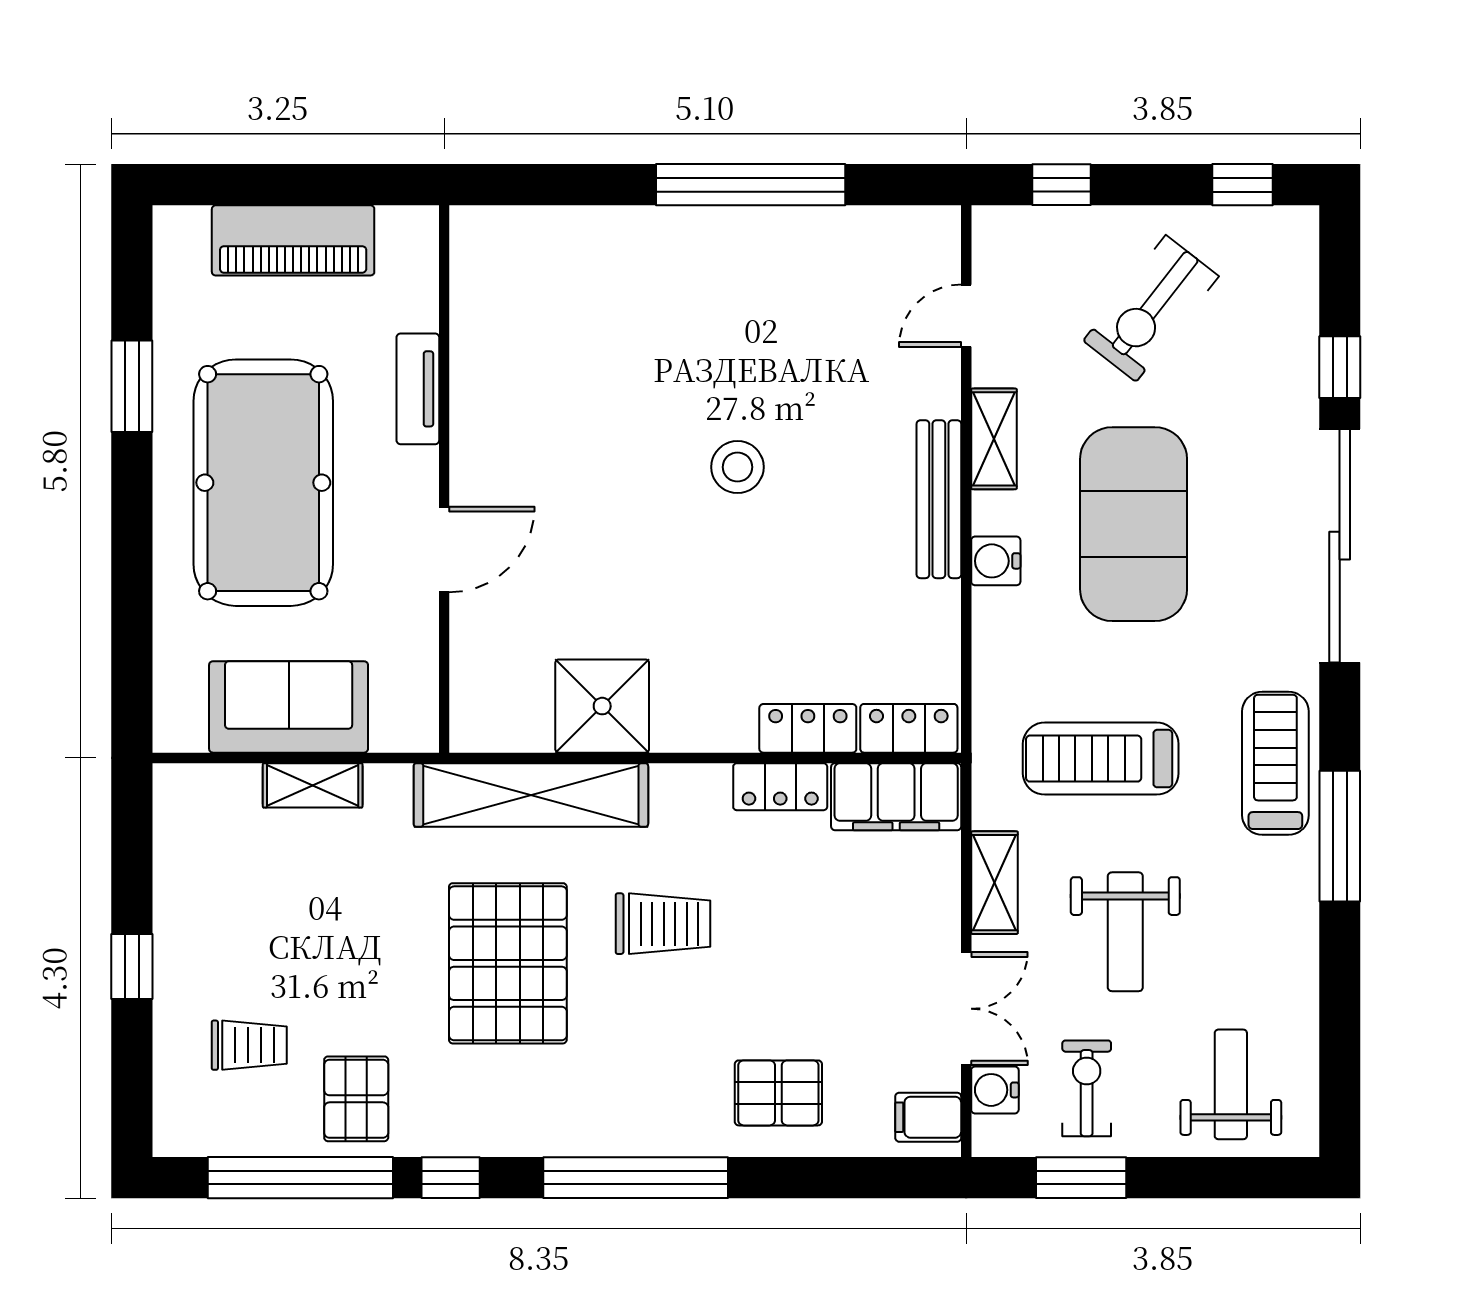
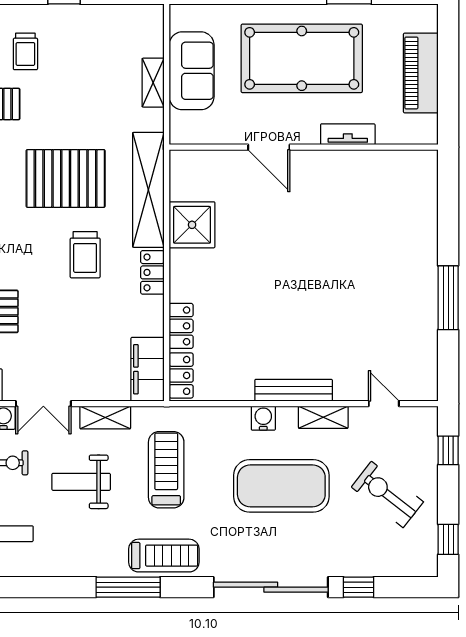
window: (751, 185) -> (448, 298), width x0.68
stool: (737, 467) -> (309, 291), removed
locker: (780, 787) -> (152, 272), moved

